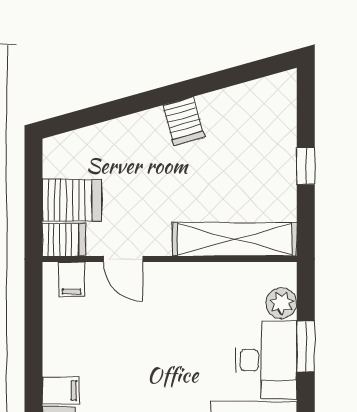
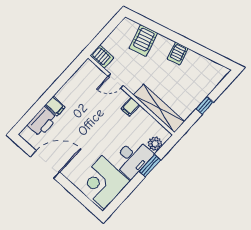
server rack: (72, 200) -> (143, 41), moved, turned 74
door: (123, 259) -> (116, 81), hinge flipped
filing cabinet: (72, 279) -> (130, 107), moved

